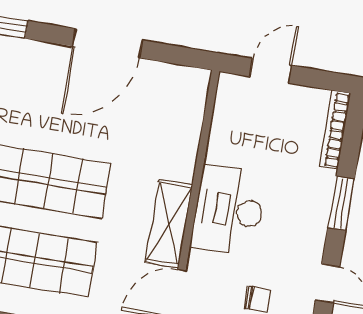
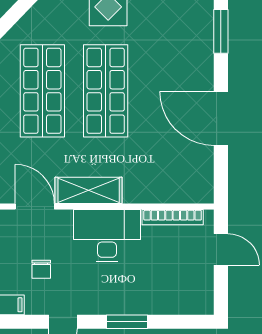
bookcase: (335, 130) -> (173, 217), moved, turned 180

